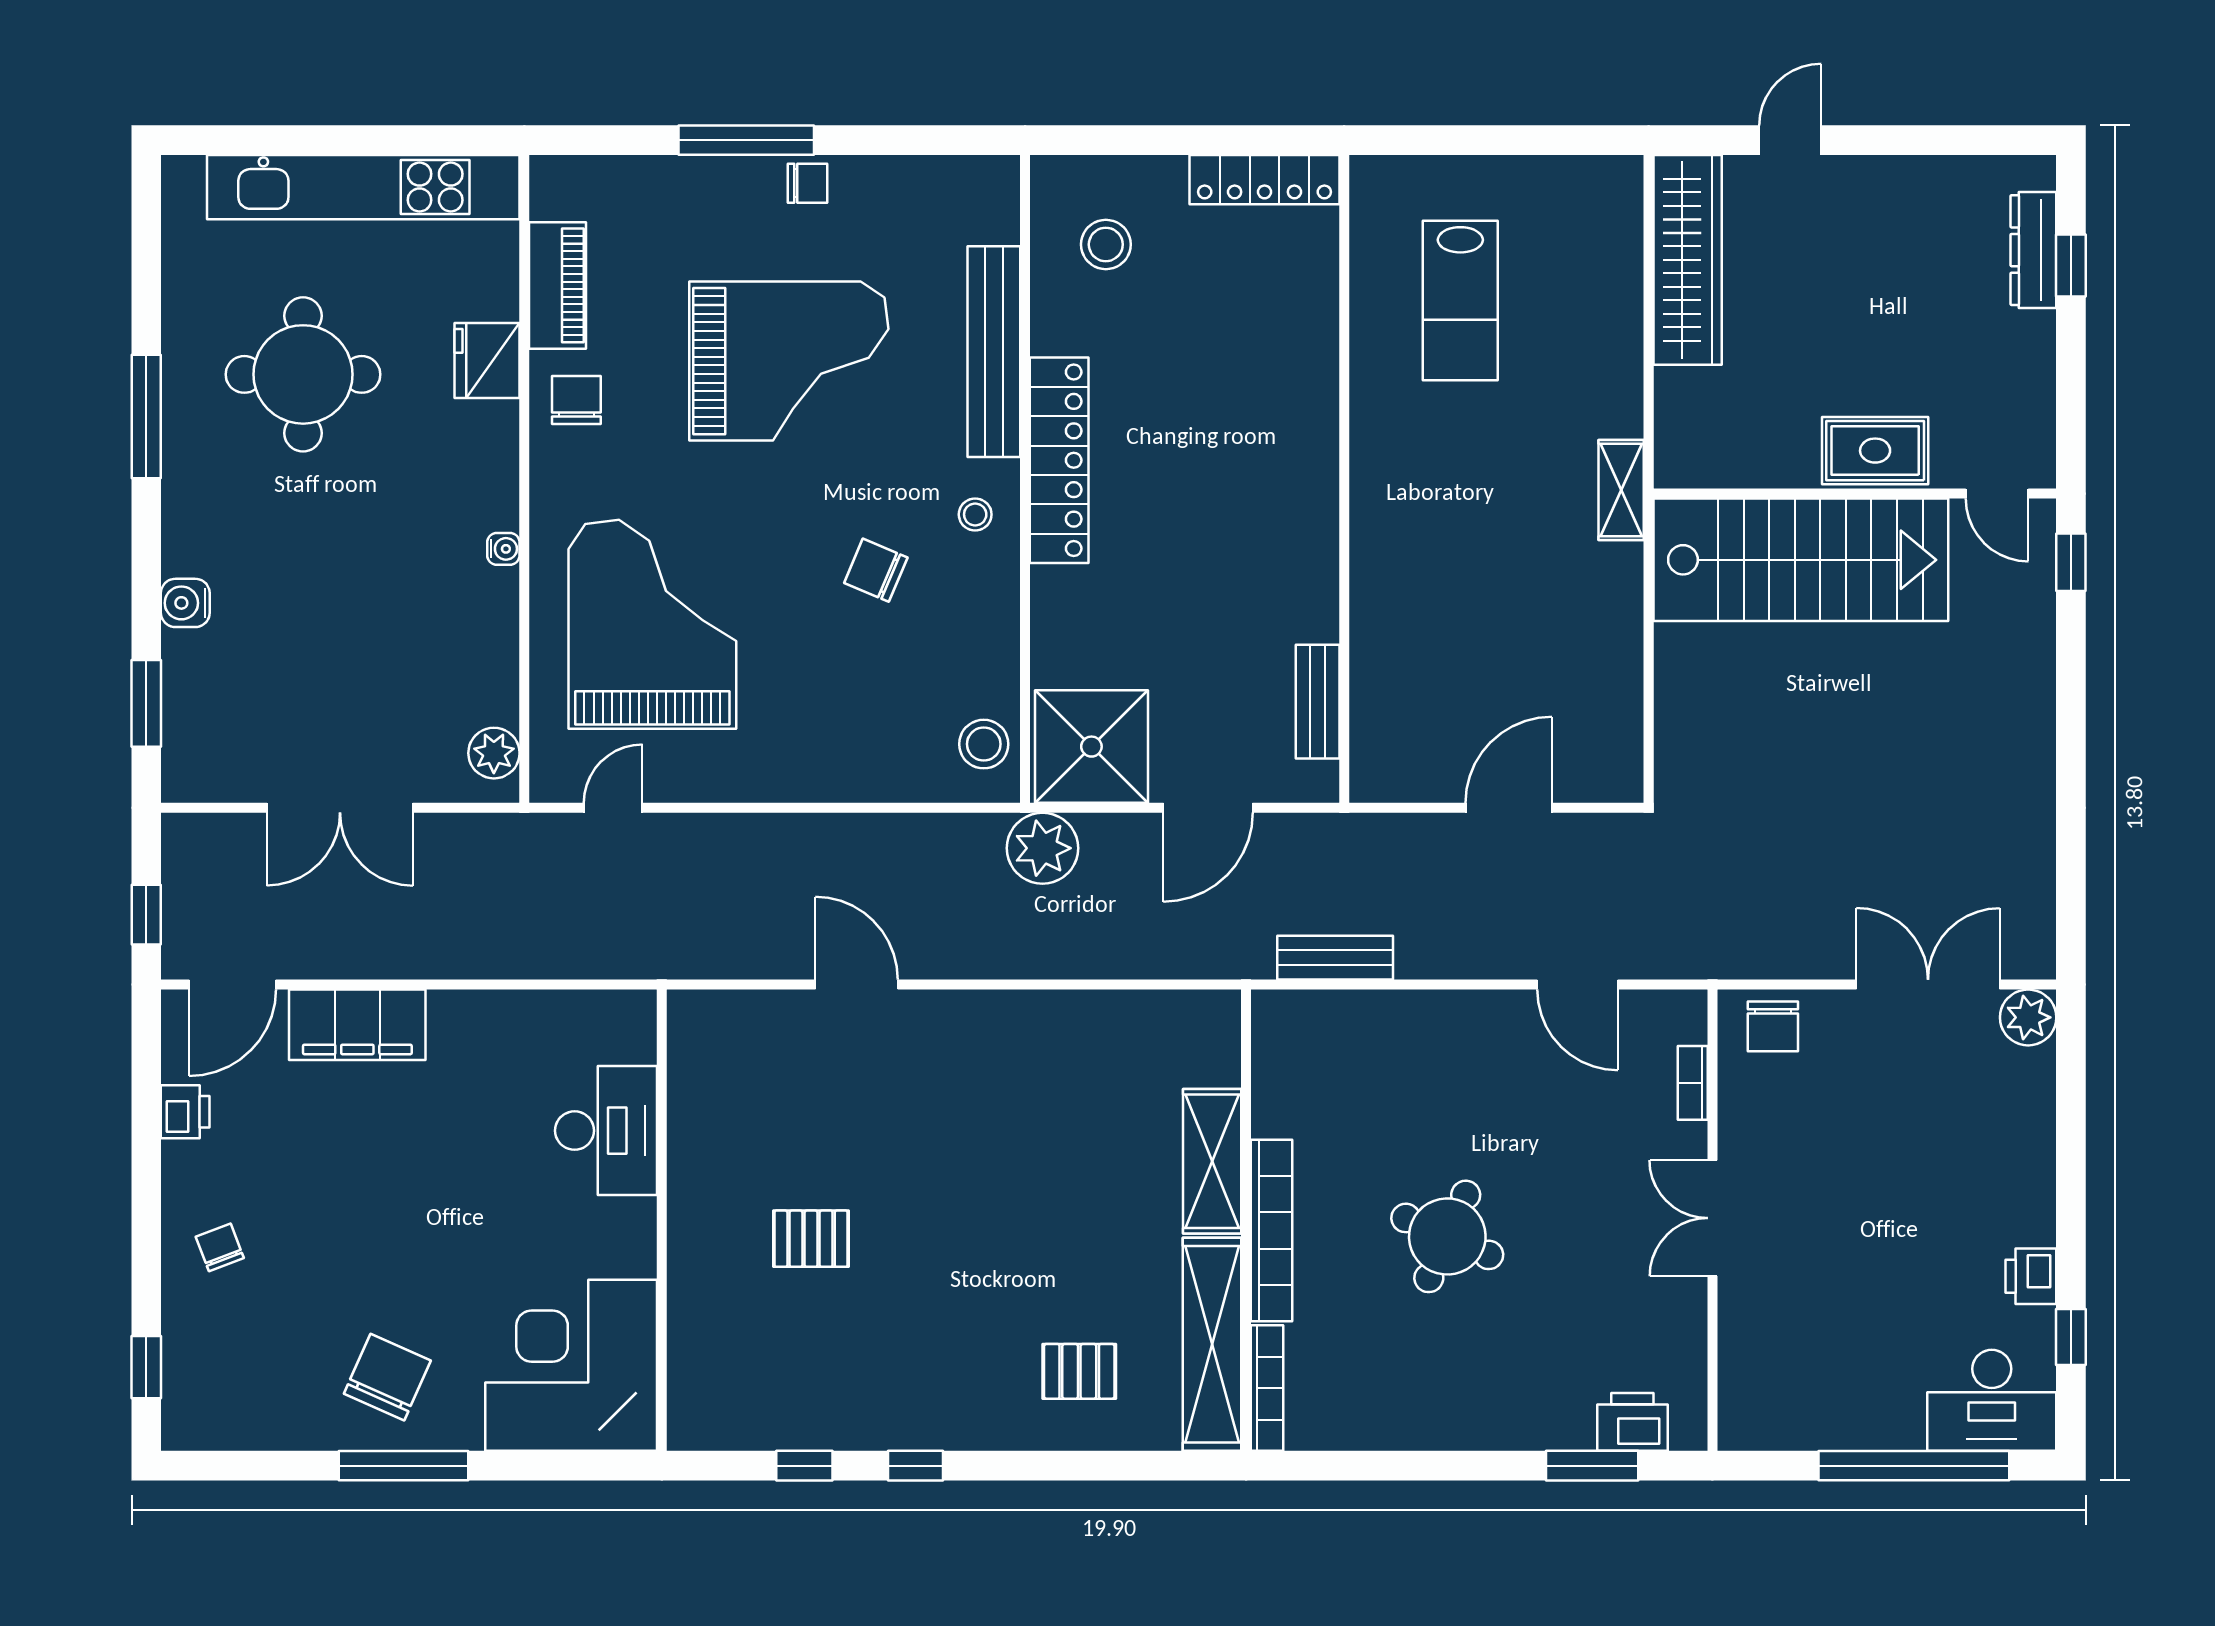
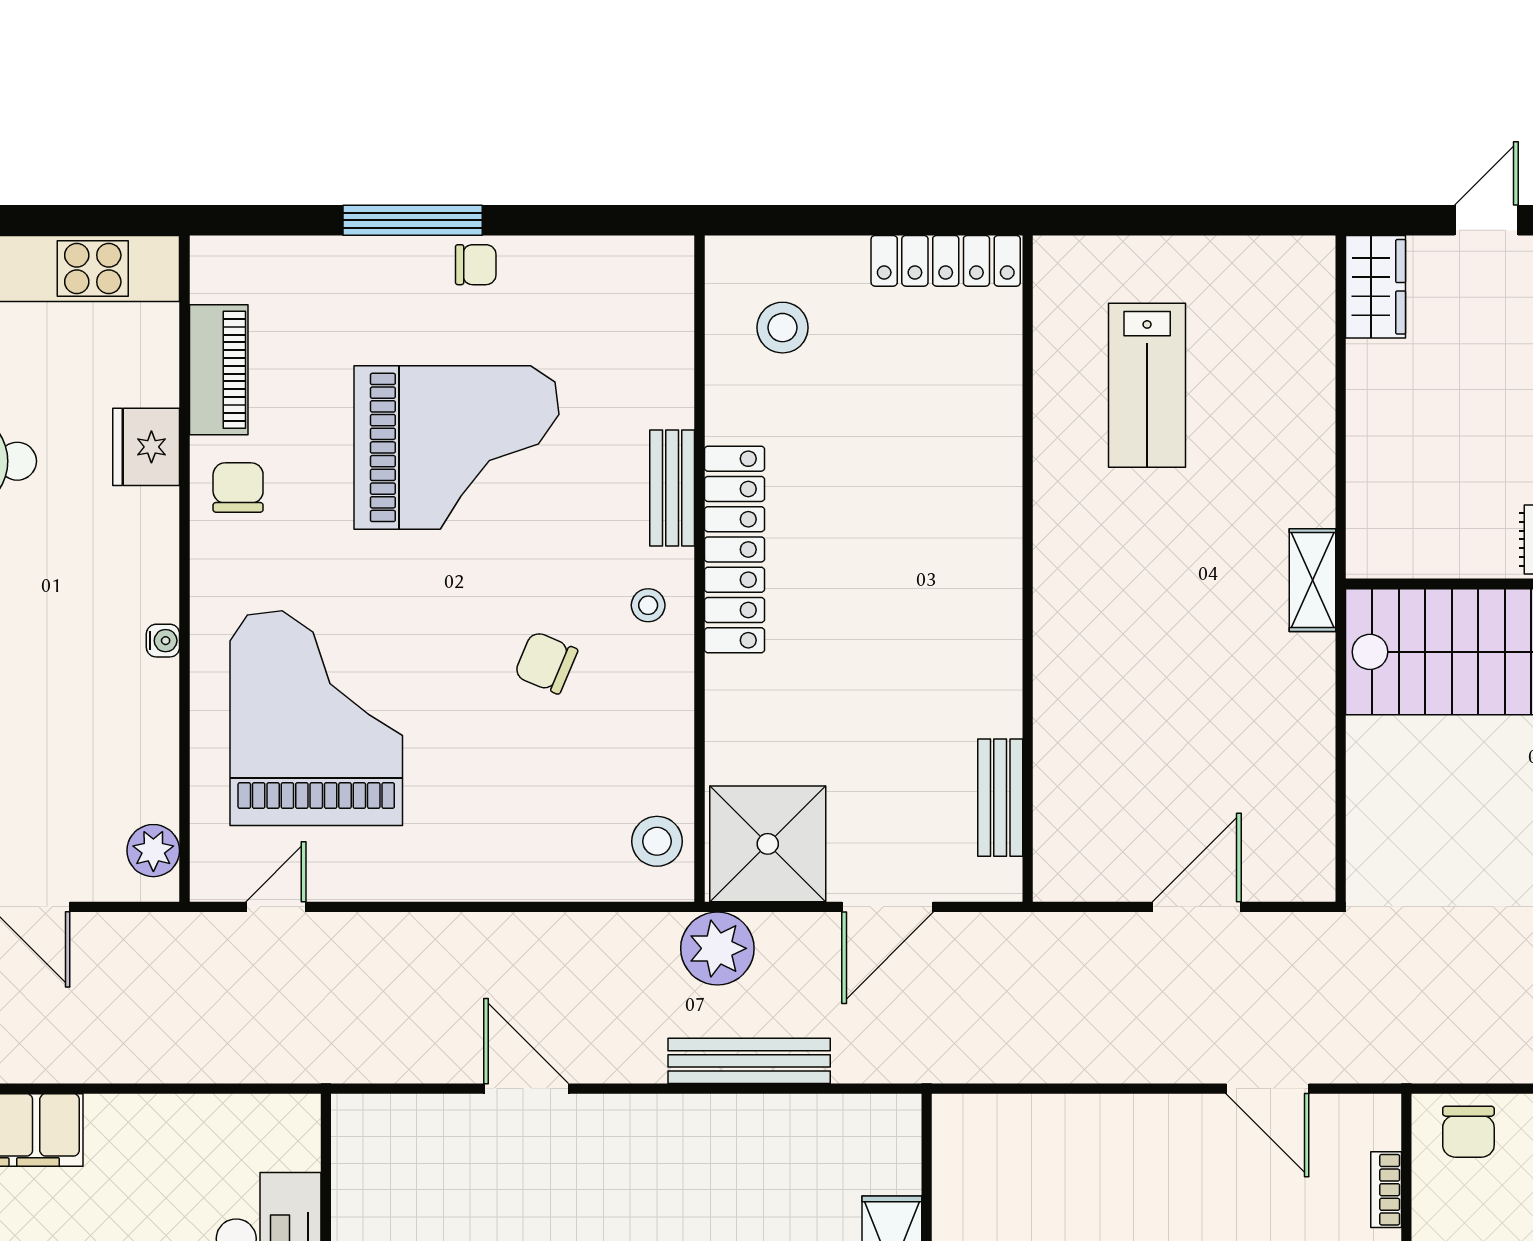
wardrobe: (1688, 260) -> (1376, 287), width x0.48, depth x0.85
bench: (994, 352) -> (672, 488), width x0.54, depth x0.82
bench: (1335, 958) -> (749, 1061), moved, width x1.36

